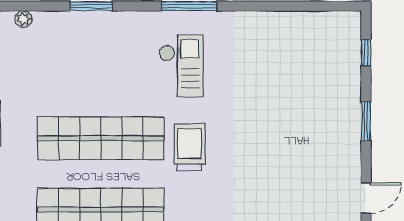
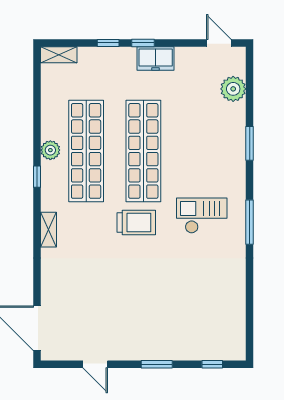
plant: (23, 19) -> (233, 89), width x1.88, depth x1.88
checkout: (181, 66) -> (202, 216), turned 180

